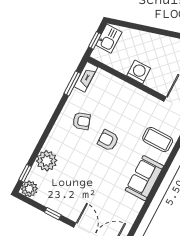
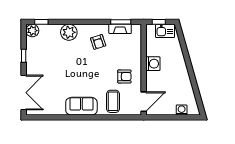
fireplace: (86, 77) -> (120, 29), moved
armchair: (108, 140) -> (124, 76), moved, turned 90
plant: (47, 161) -> (69, 32), moved

